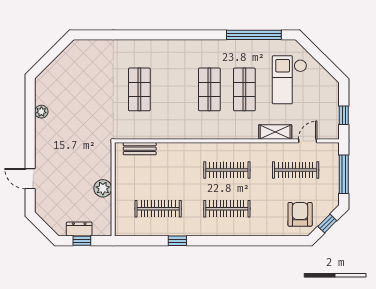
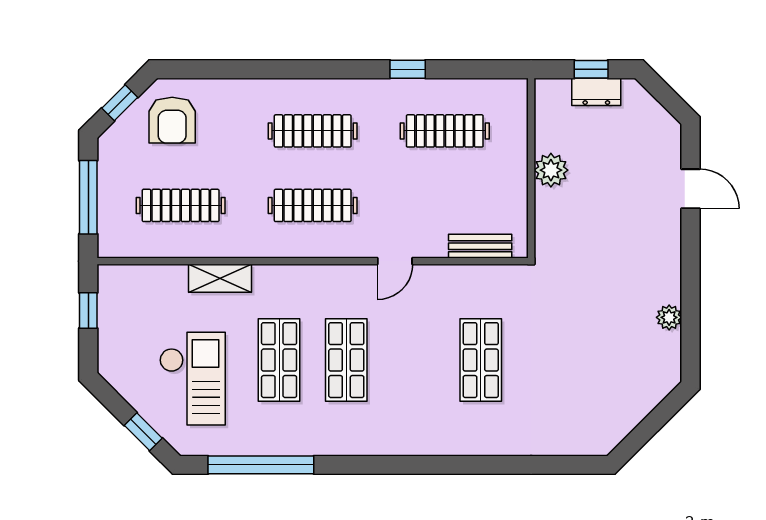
window: (315, 52) -> (143, 432), added
door: (308, 141) -> (395, 261), moved

